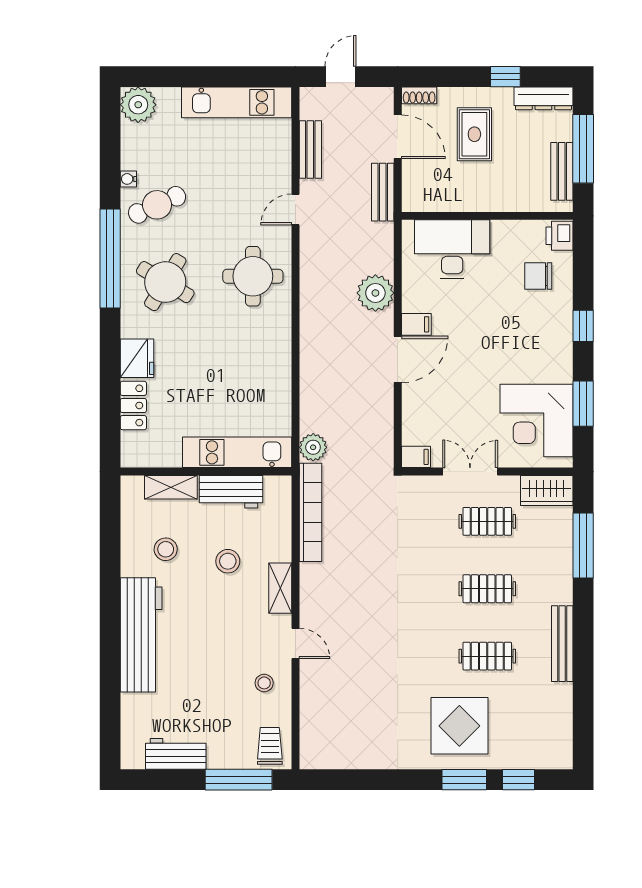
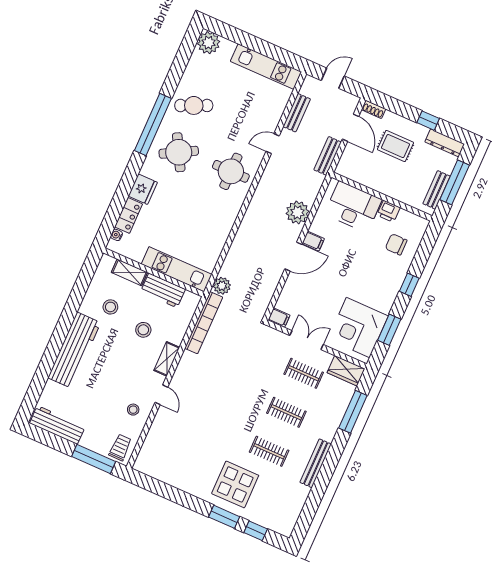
rug: (474, 134) -> (395, 146), turned 90
water cooler: (128, 179) -> (117, 235), moved
printer: (560, 236) -> (389, 211), moved, turned -90
round table: (165, 282) -> (179, 152), turned 30
workbench: (176, 754) -> (57, 425), width x1.38

